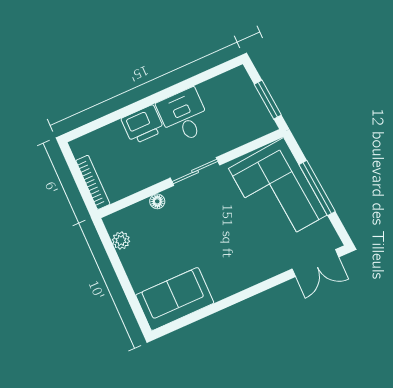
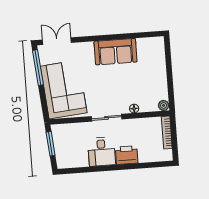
window: (317, 188) -> (38, 68), moved
plant: (121, 240) -> (164, 105), moved
sofa: (175, 299) -> (116, 52), moved

